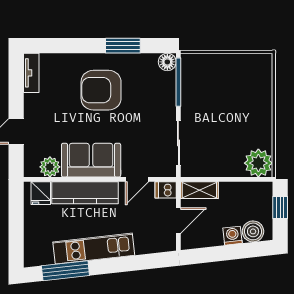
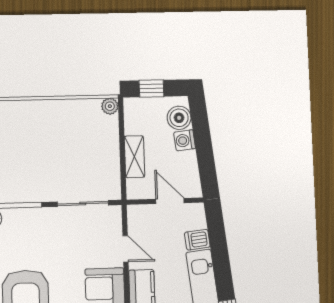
plant: (258, 163) -> (110, 106), width x0.53, depth x0.53
dishwasher: (166, 190) -> (197, 240), moved, turned 84
shelving: (199, 190) -> (134, 157), moved

